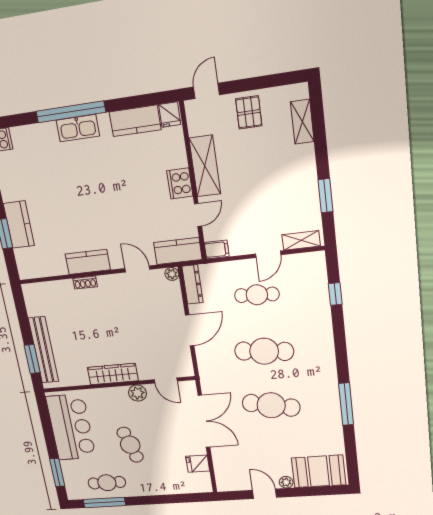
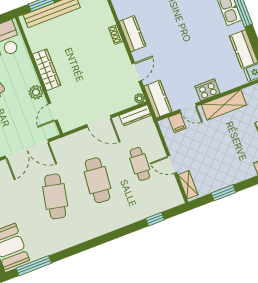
filing cabinet: (217, 249) -> (177, 123), moved
window: (346, 404) -> (34, 266), moved

